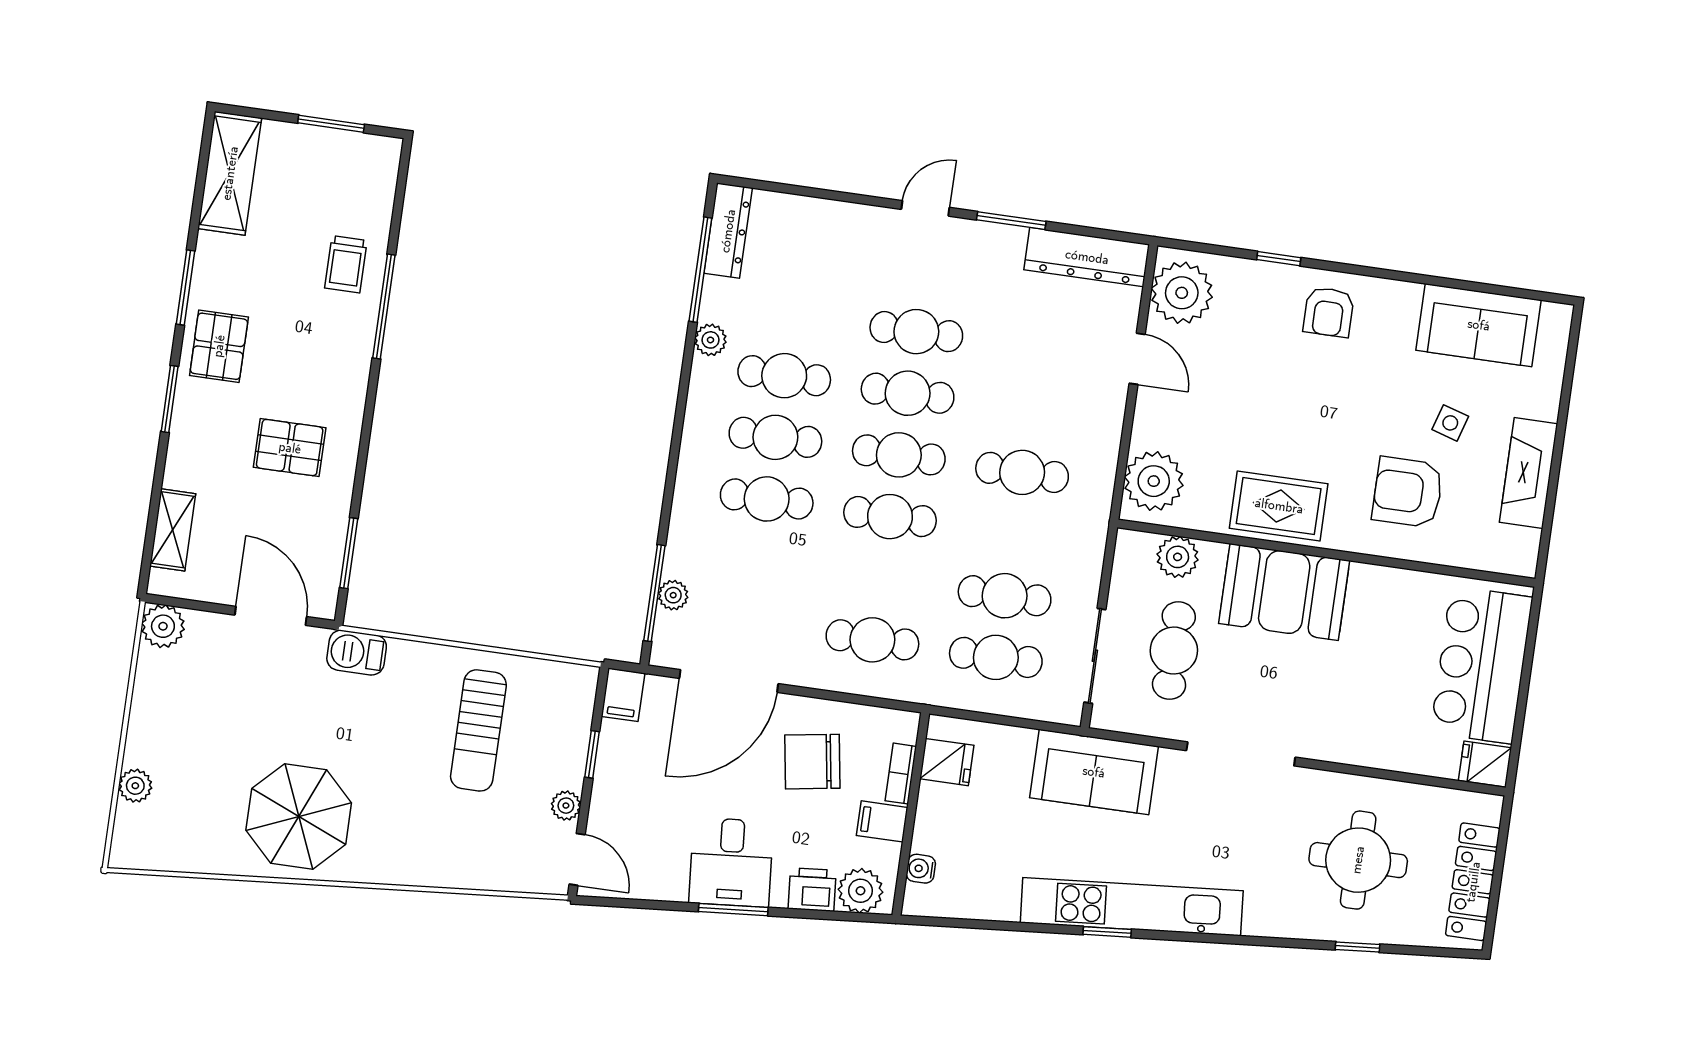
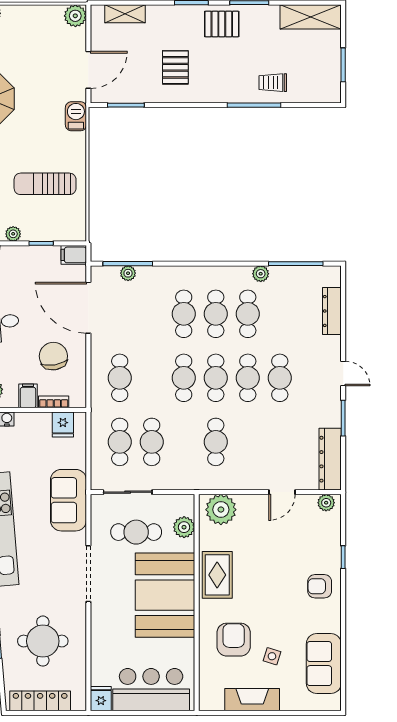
dresser: (728, 231) -> (332, 311), moved, turned 90
plant: (1182, 293) -> (326, 503), width x0.53, depth x0.53
booth: (1284, 592) -> (165, 595), width x1.36, depth x1.42

